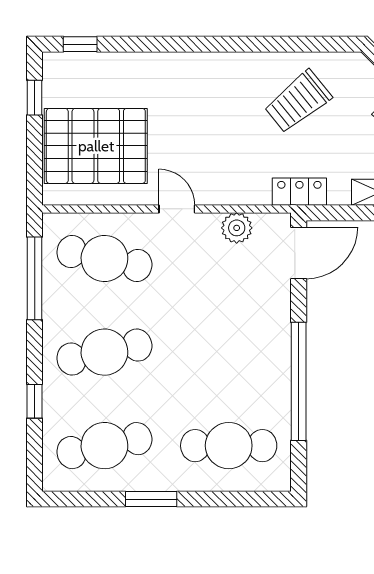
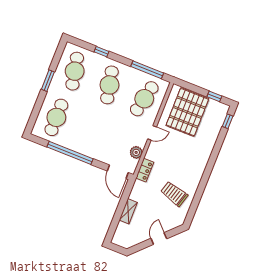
trolley: (298, 102) -> (174, 194), turned -35
locker: (299, 192) -> (145, 170), moved

